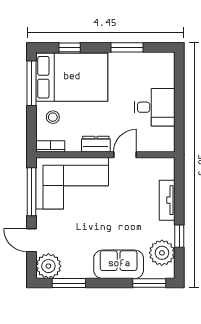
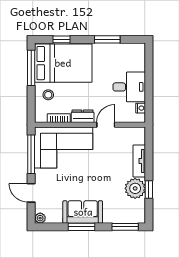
nightstand: (169, 134) -> (141, 108), added
bookcase: (50, 146) -> (59, 118), moved
plant: (162, 253) -> (135, 188), moved
sofa: (119, 264) -> (83, 212), moved
plant: (48, 266) -> (40, 218), width x0.53, depth x0.53
window: (69, 283) -> (81, 227), moved

